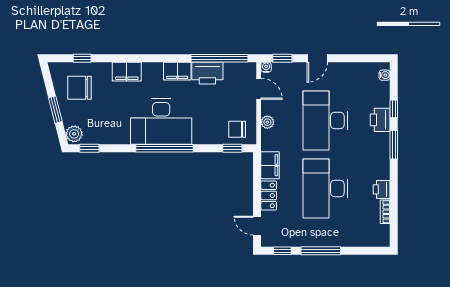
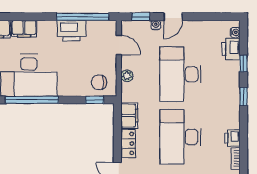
water cooler: (266, 67) -> (156, 25), moved
filing cabinet: (177, 71) -> (24, 29), moved
printer: (380, 120) -> (231, 49), moved
window: (394, 145) -> (244, 96), width x0.67

